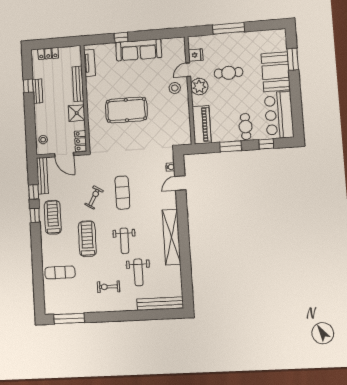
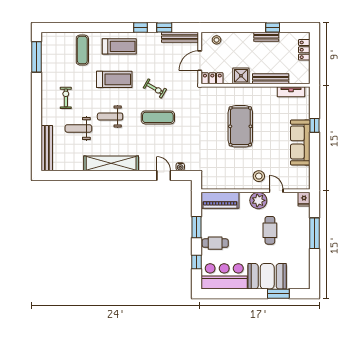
fridge: (196, 55) -> (304, 199), moved
treadmill: (53, 217) -> (119, 46), moved

